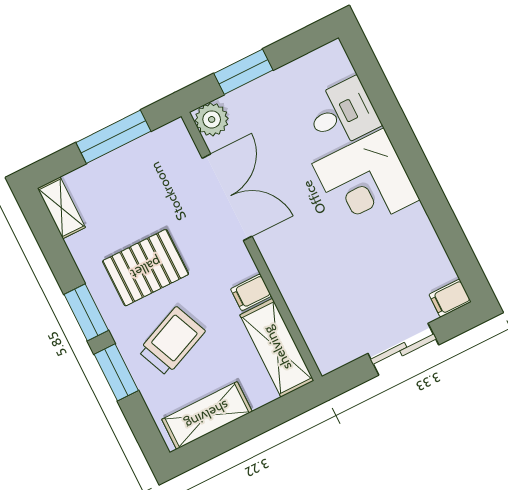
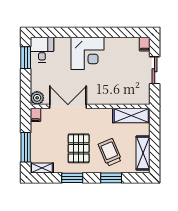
window: (243, 72) -> (26, 58), moved
desk: (342, 114) -> (42, 50), moved
window: (113, 137) -> (26, 147), moved
filing cabinet: (251, 292) -> (35, 115), moved
window: (86, 312) -> (72, 178), moved

